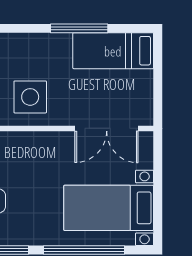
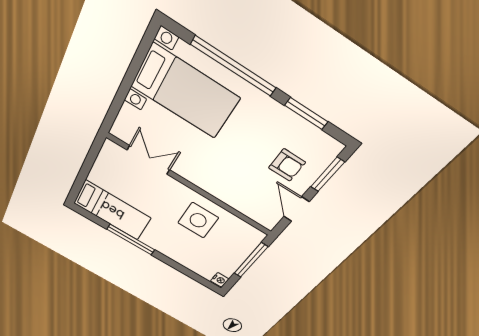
double door: (107, 128) -> (148, 160), width x0.73

